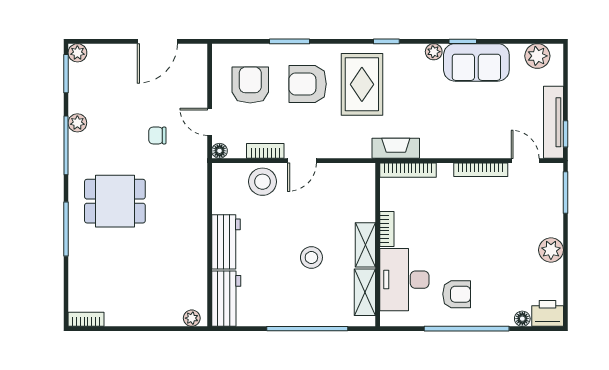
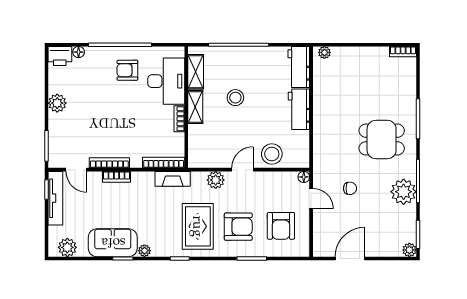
plant: (77, 123) -> (404, 192), width x1.88, depth x1.88
plant: (338, 147) -> (216, 180), added
bookcase: (265, 151) -> (117, 177), moved

